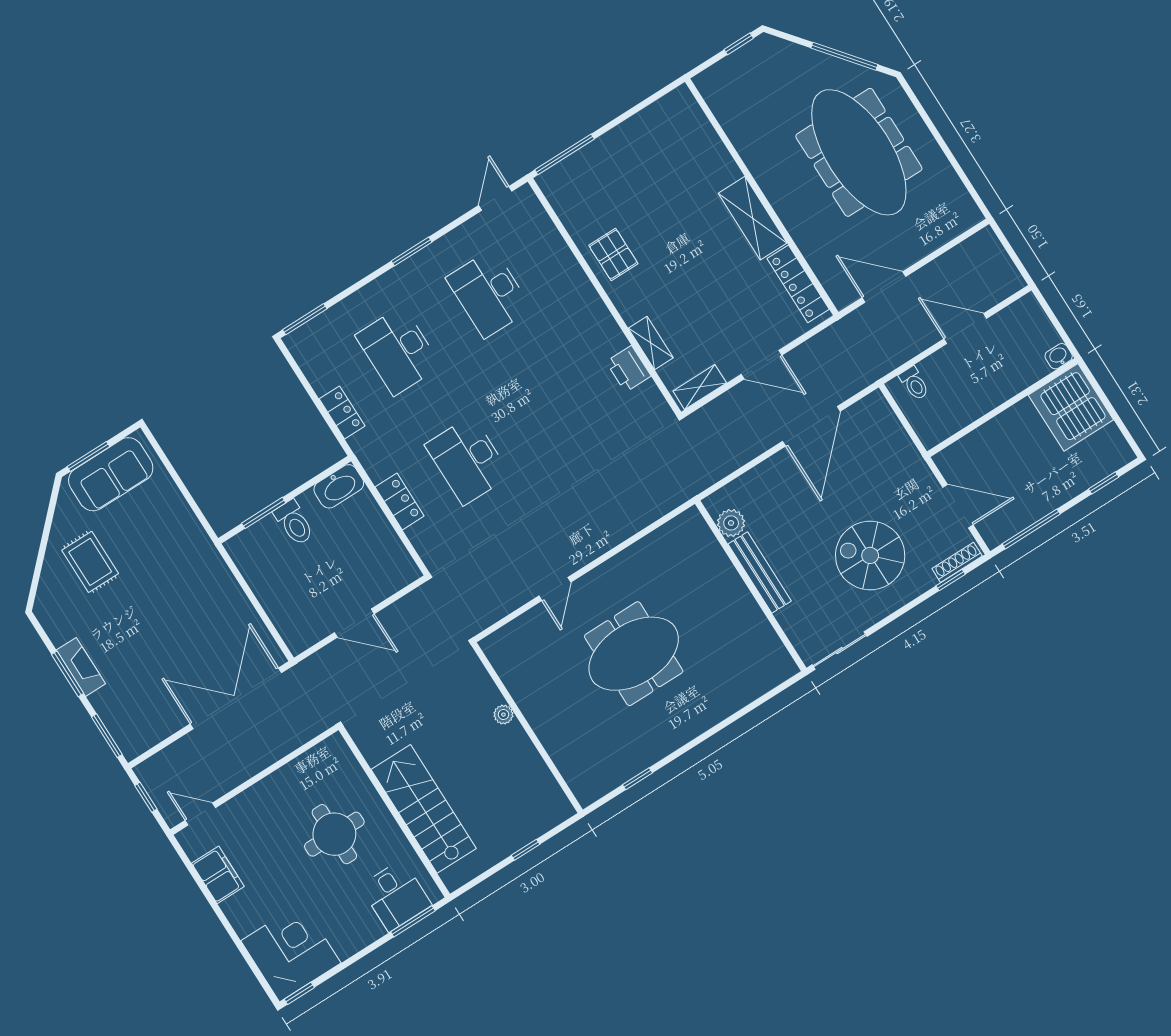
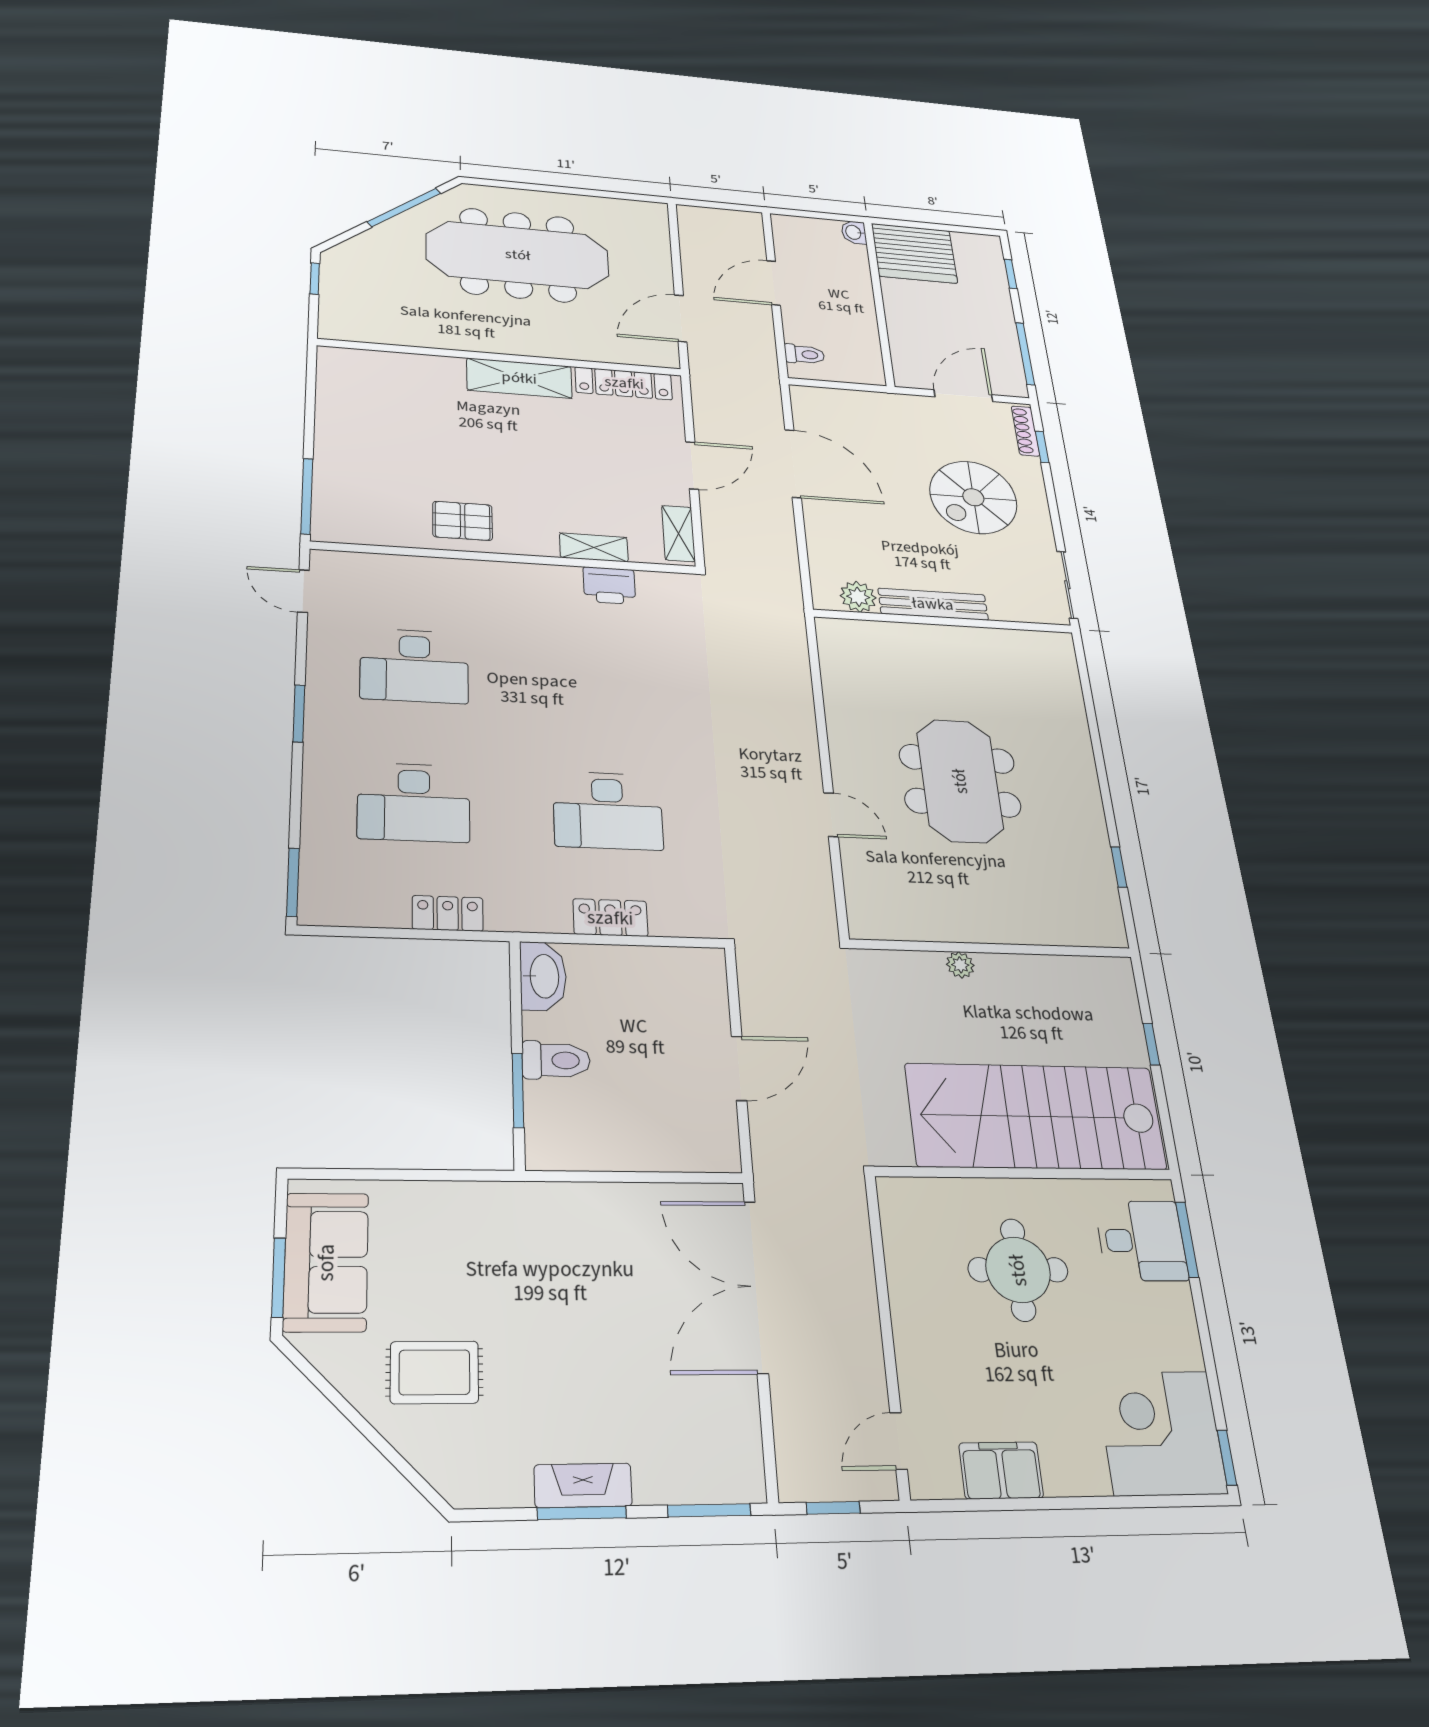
stairs: (424, 809) -> (1036, 1116), width x1.36, depth x1.51

